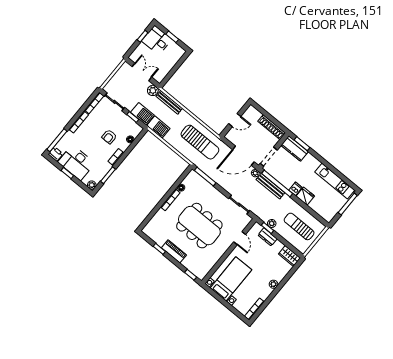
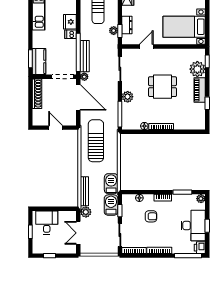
desk: (157, 40) -> (47, 223), moved, turned 180
plant: (213, 193) -> (128, 97), added
dining table: (199, 226) -> (162, 87), width x0.53, depth x0.80
plant: (191, 263) -> (197, 69), added

